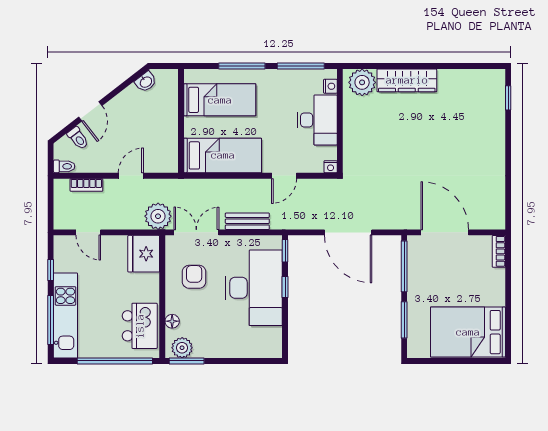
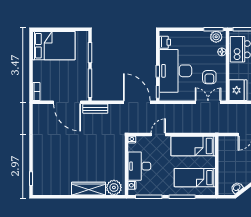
plant: (158, 216) -> (230, 111), removed
bench: (247, 221) -> (95, 109), moved
double door: (196, 232) -> (208, 102), swing flipped
door: (348, 232) -> (137, 102), moved
printer: (272, 338) -> (165, 42), added

